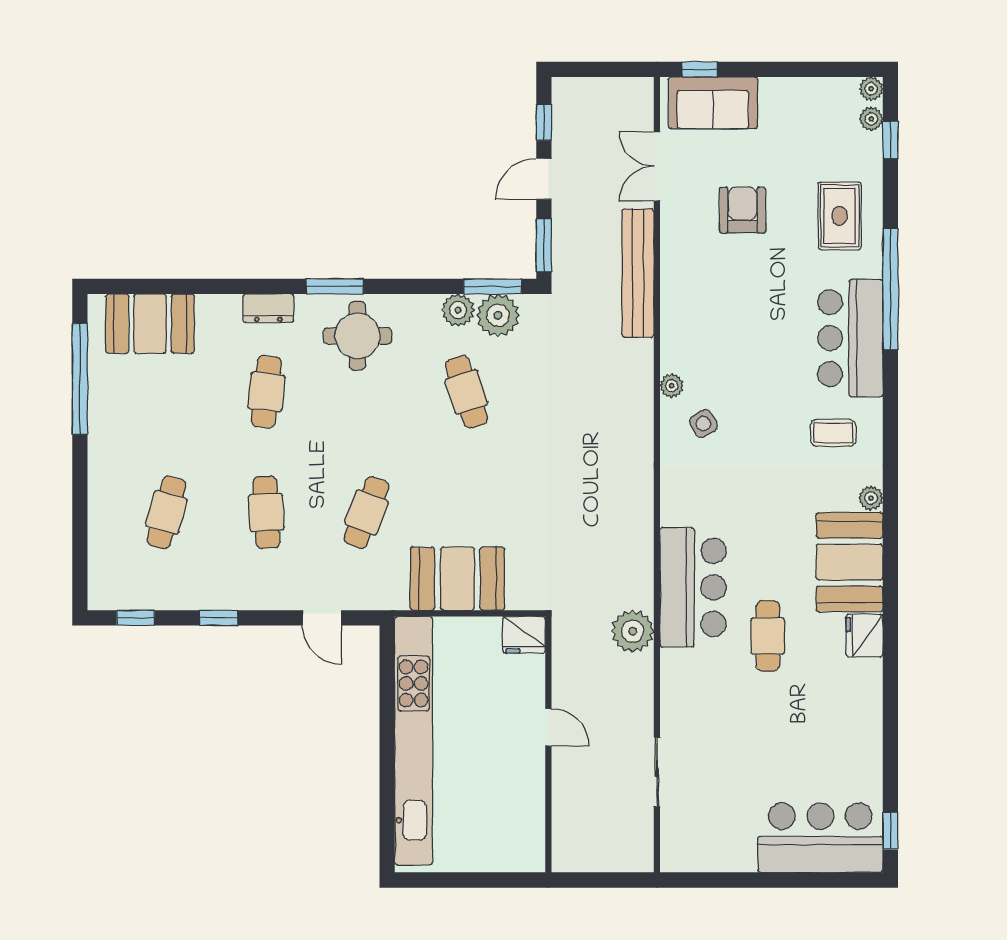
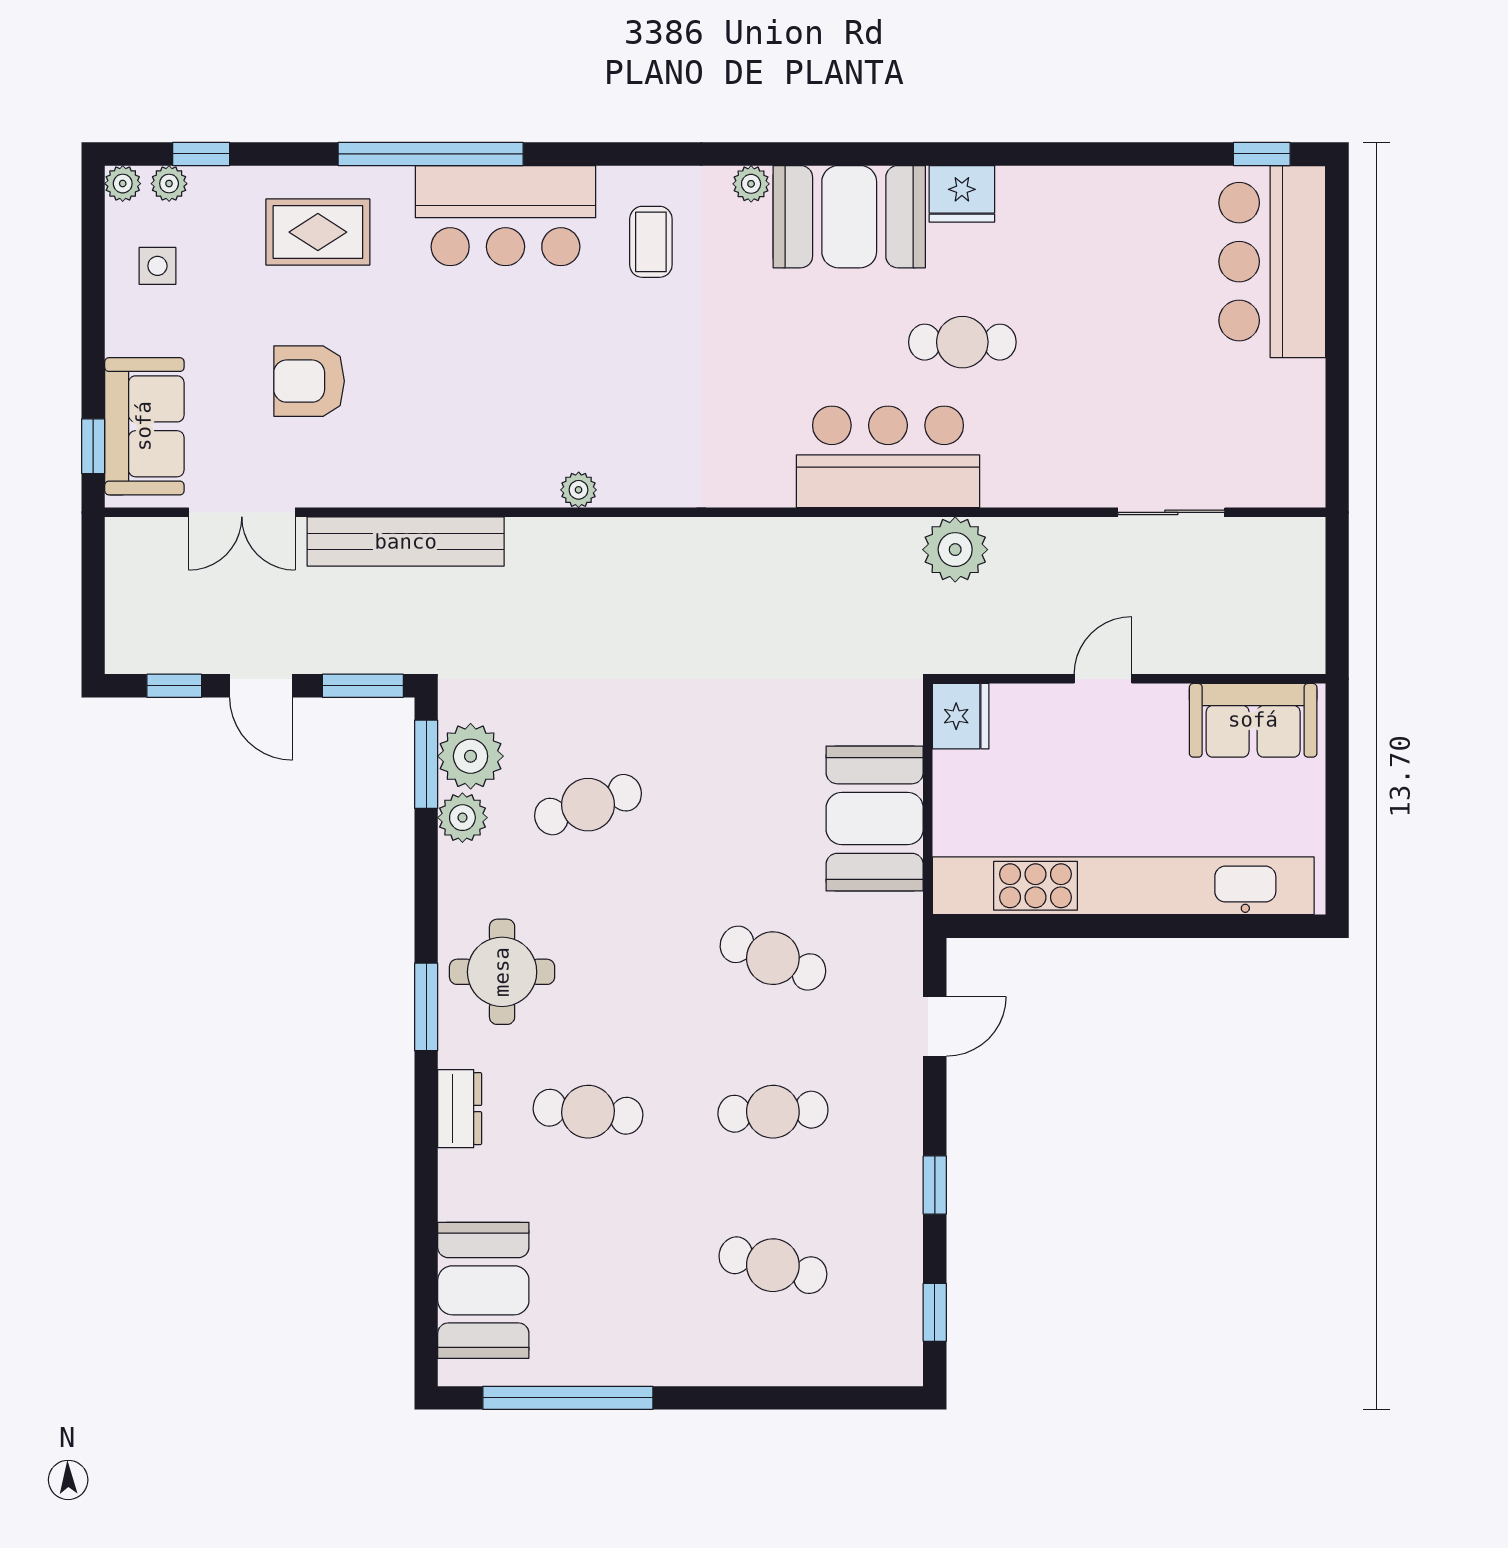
side table: (703, 424) -> (157, 266), moved, turned 30
sofa: (521, 825) -> (1253, 720), added

